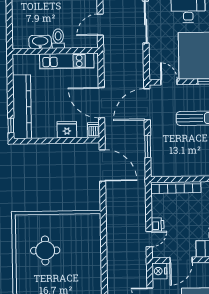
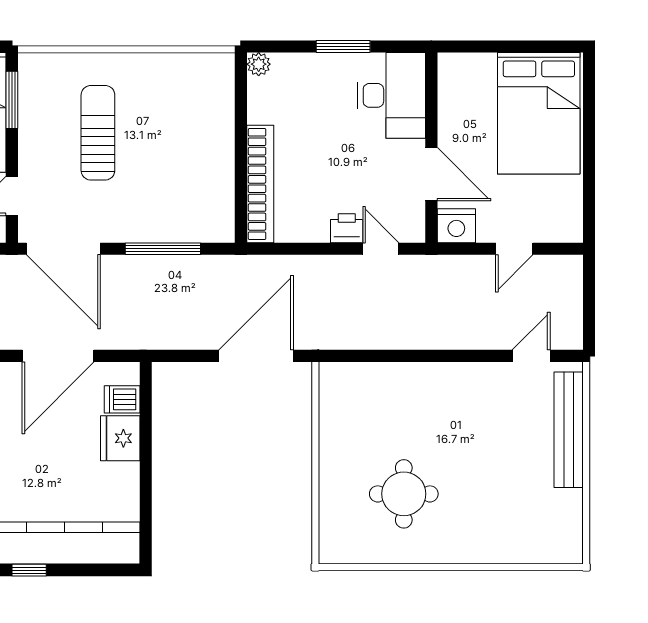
window: (11, 125) -> (29, 570), moved
dishwasher: (94, 130) -> (122, 399), moved
window: (148, 147) -> (163, 249), width x1.44
door: (102, 165) -> (256, 356), moved

